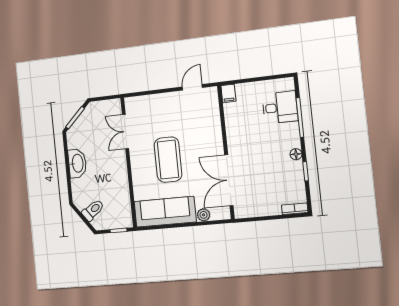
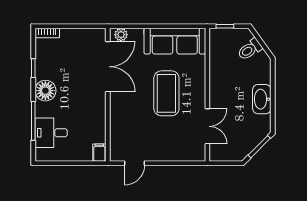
floor lamp: (296, 154) -> (45, 91), width x1.89, depth x1.89
plant: (204, 215) -> (121, 35), moved

